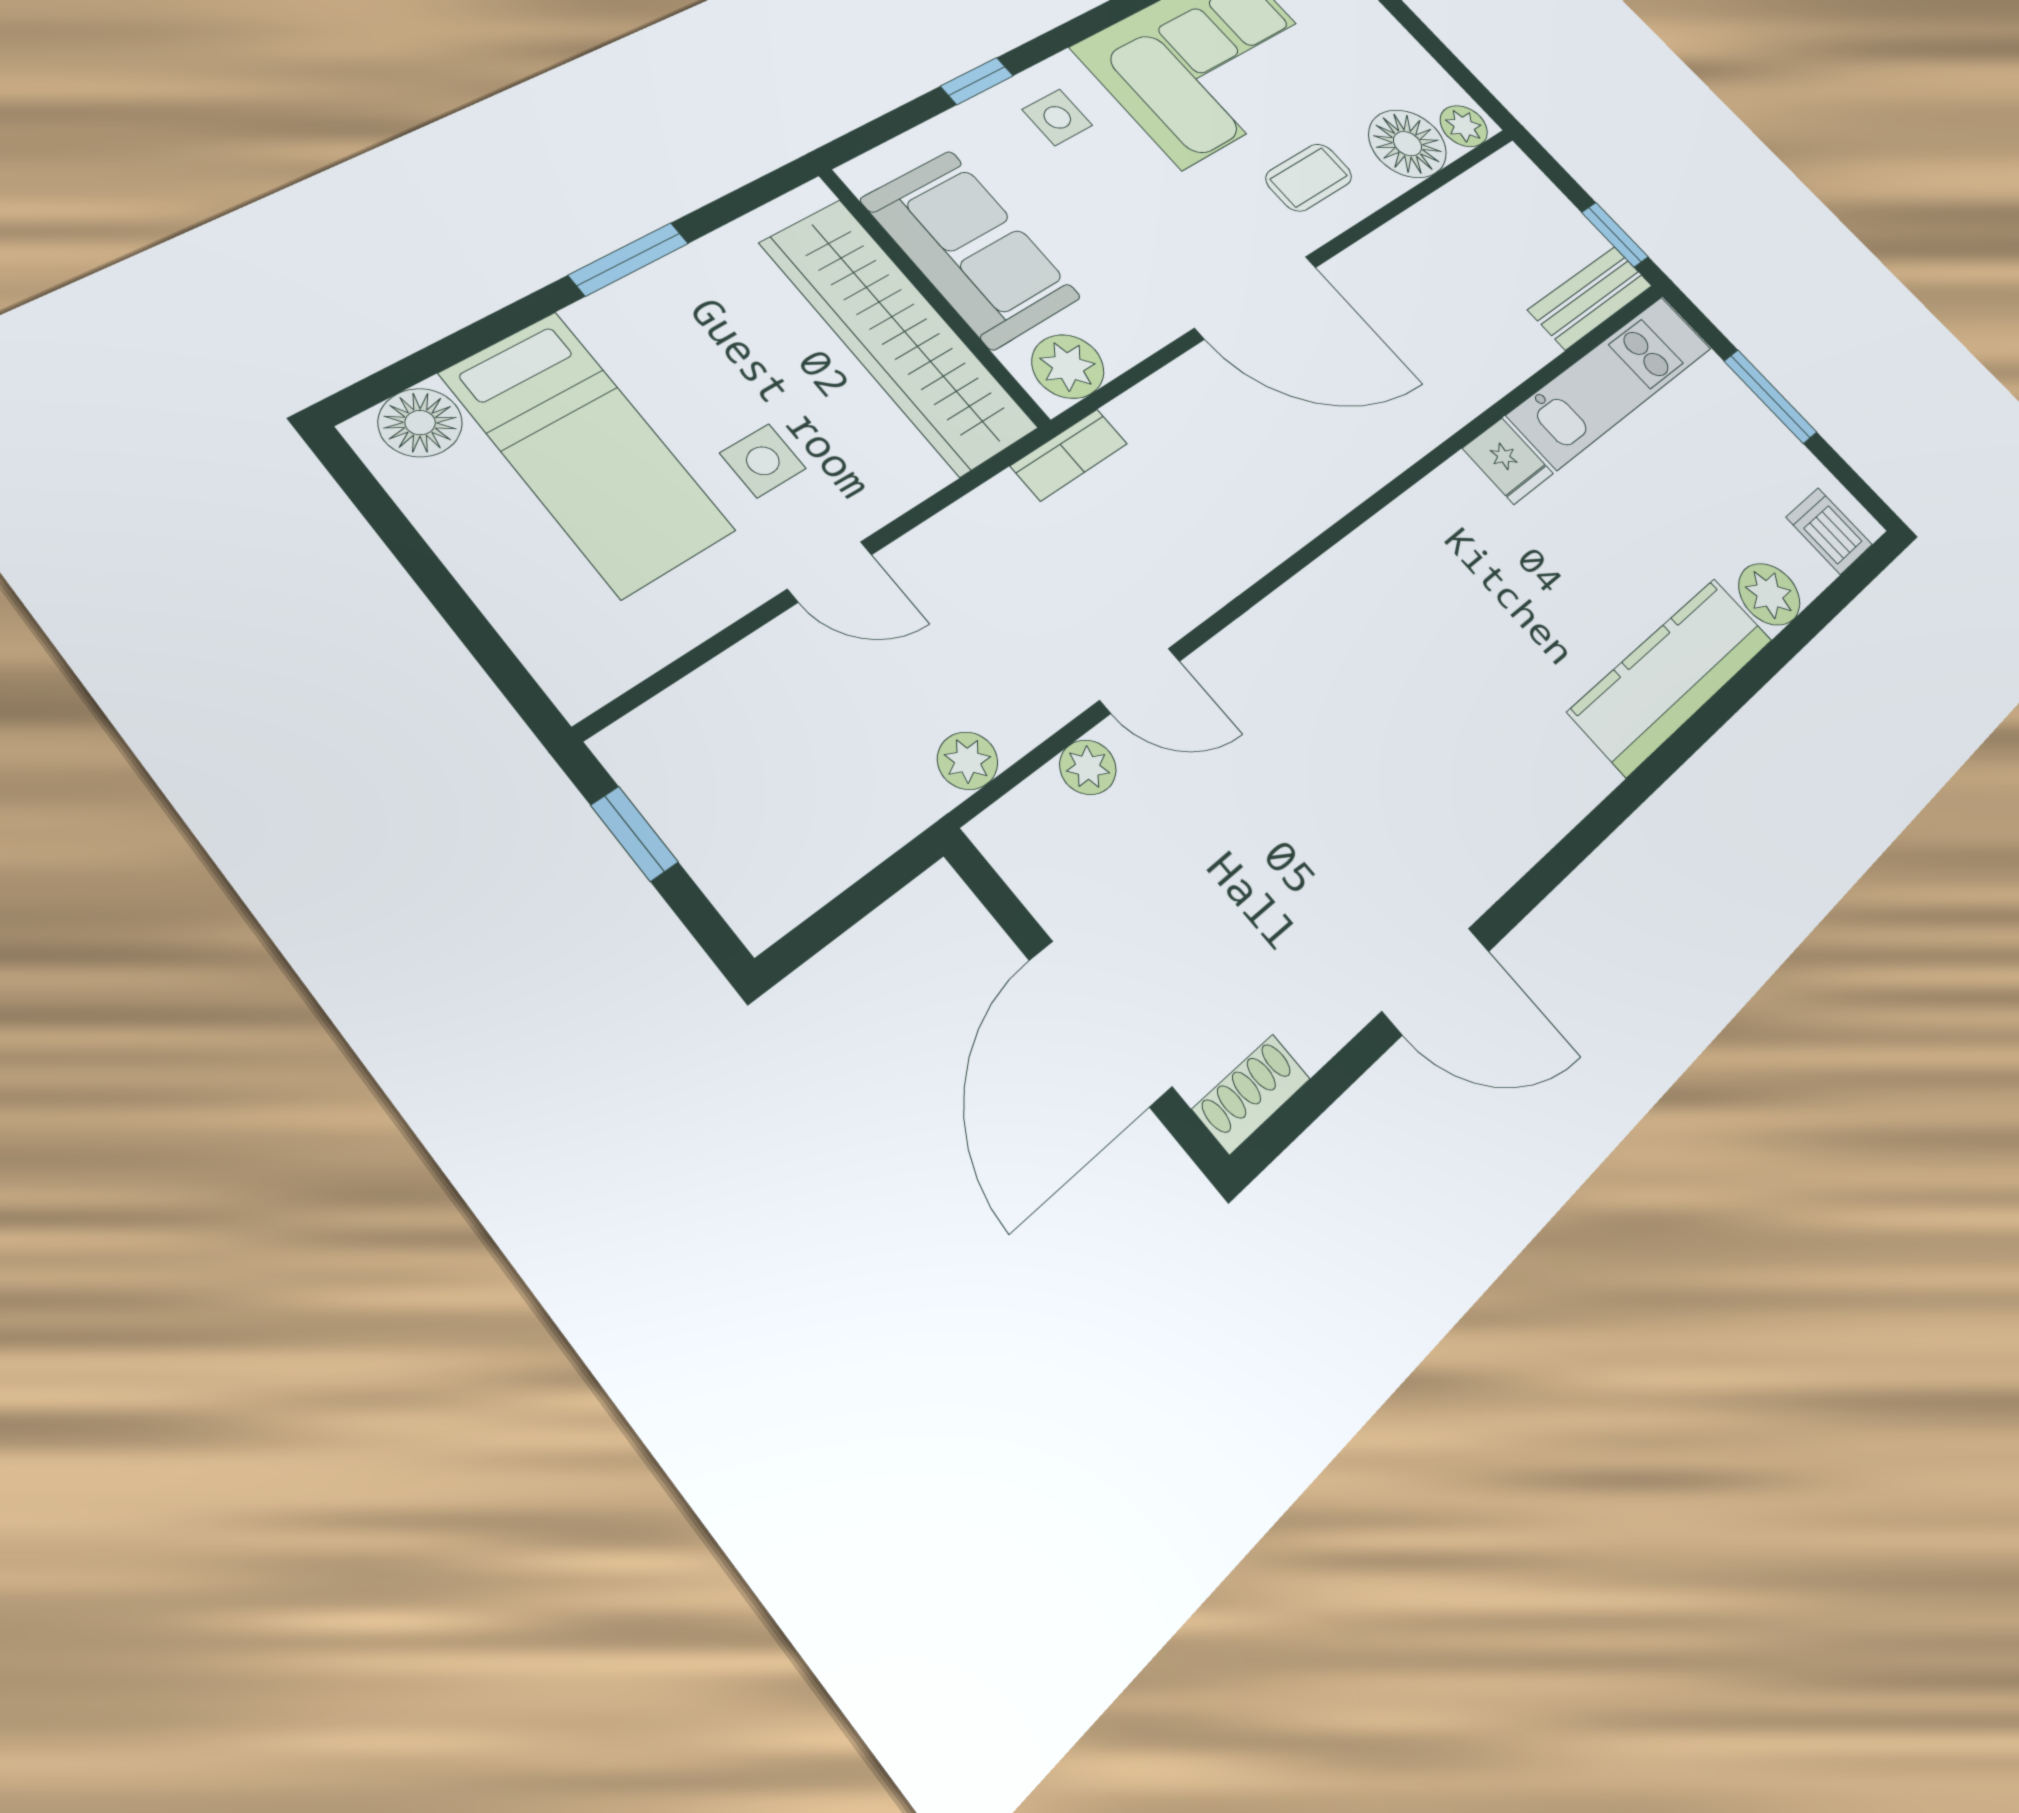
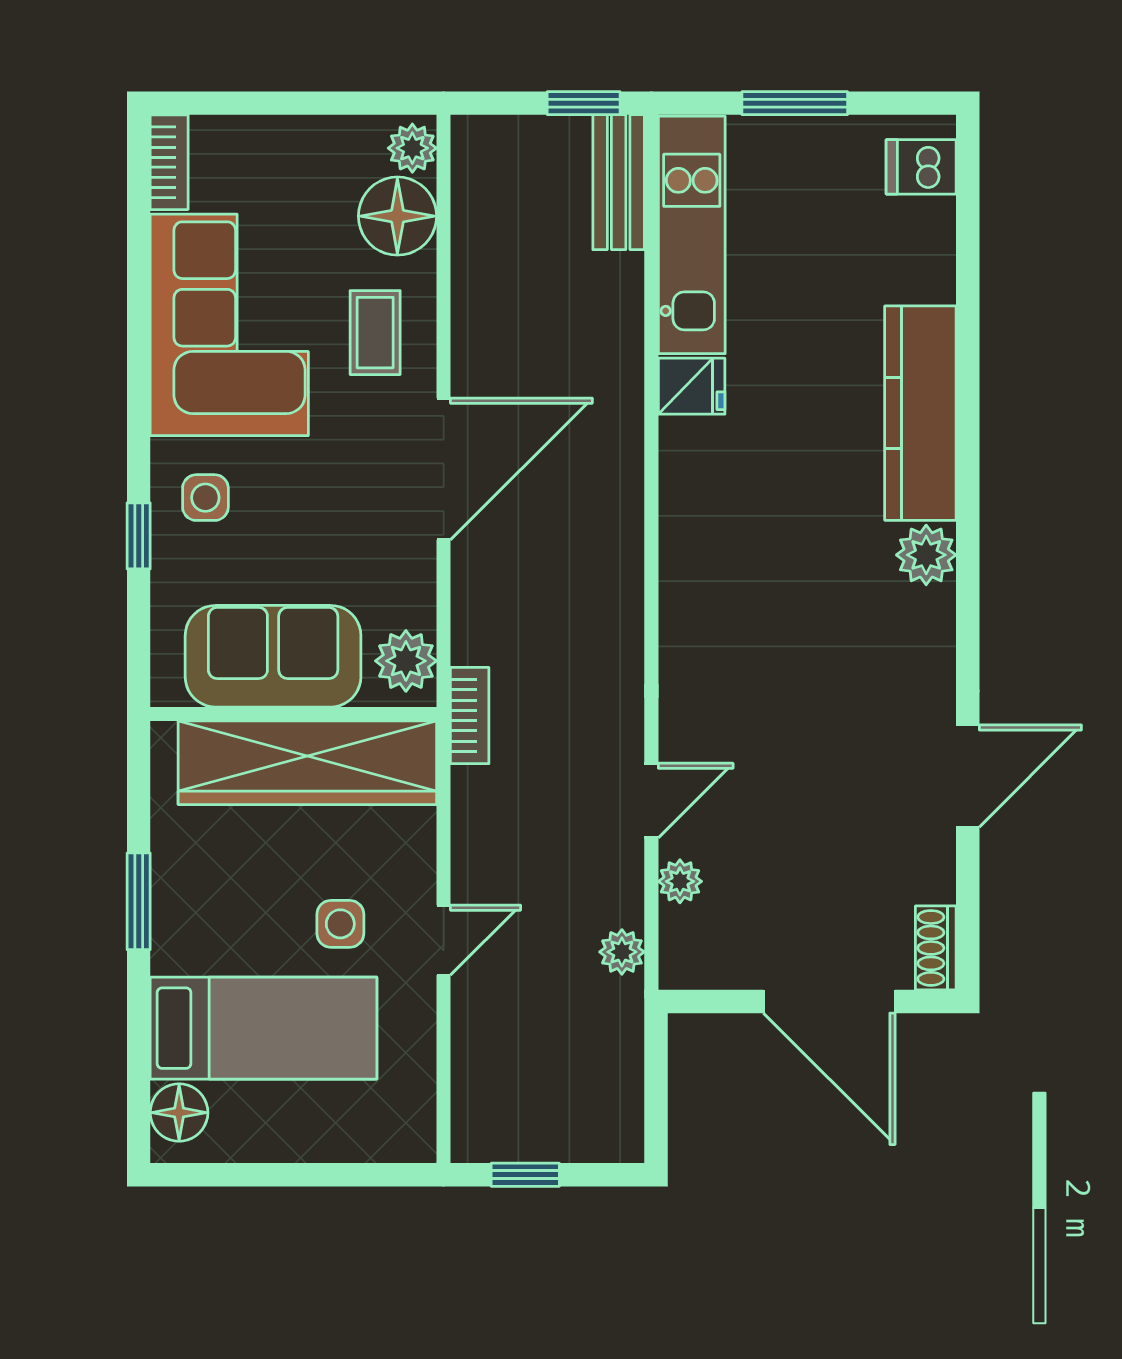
plant: (1769, 594) -> (926, 555), moved

